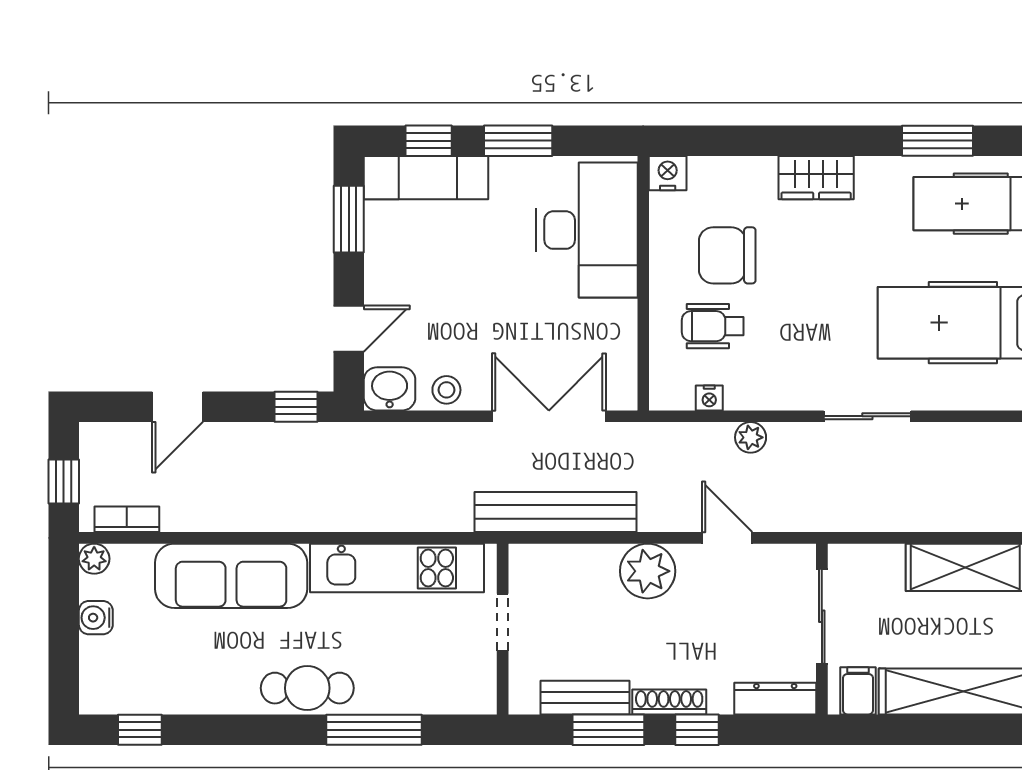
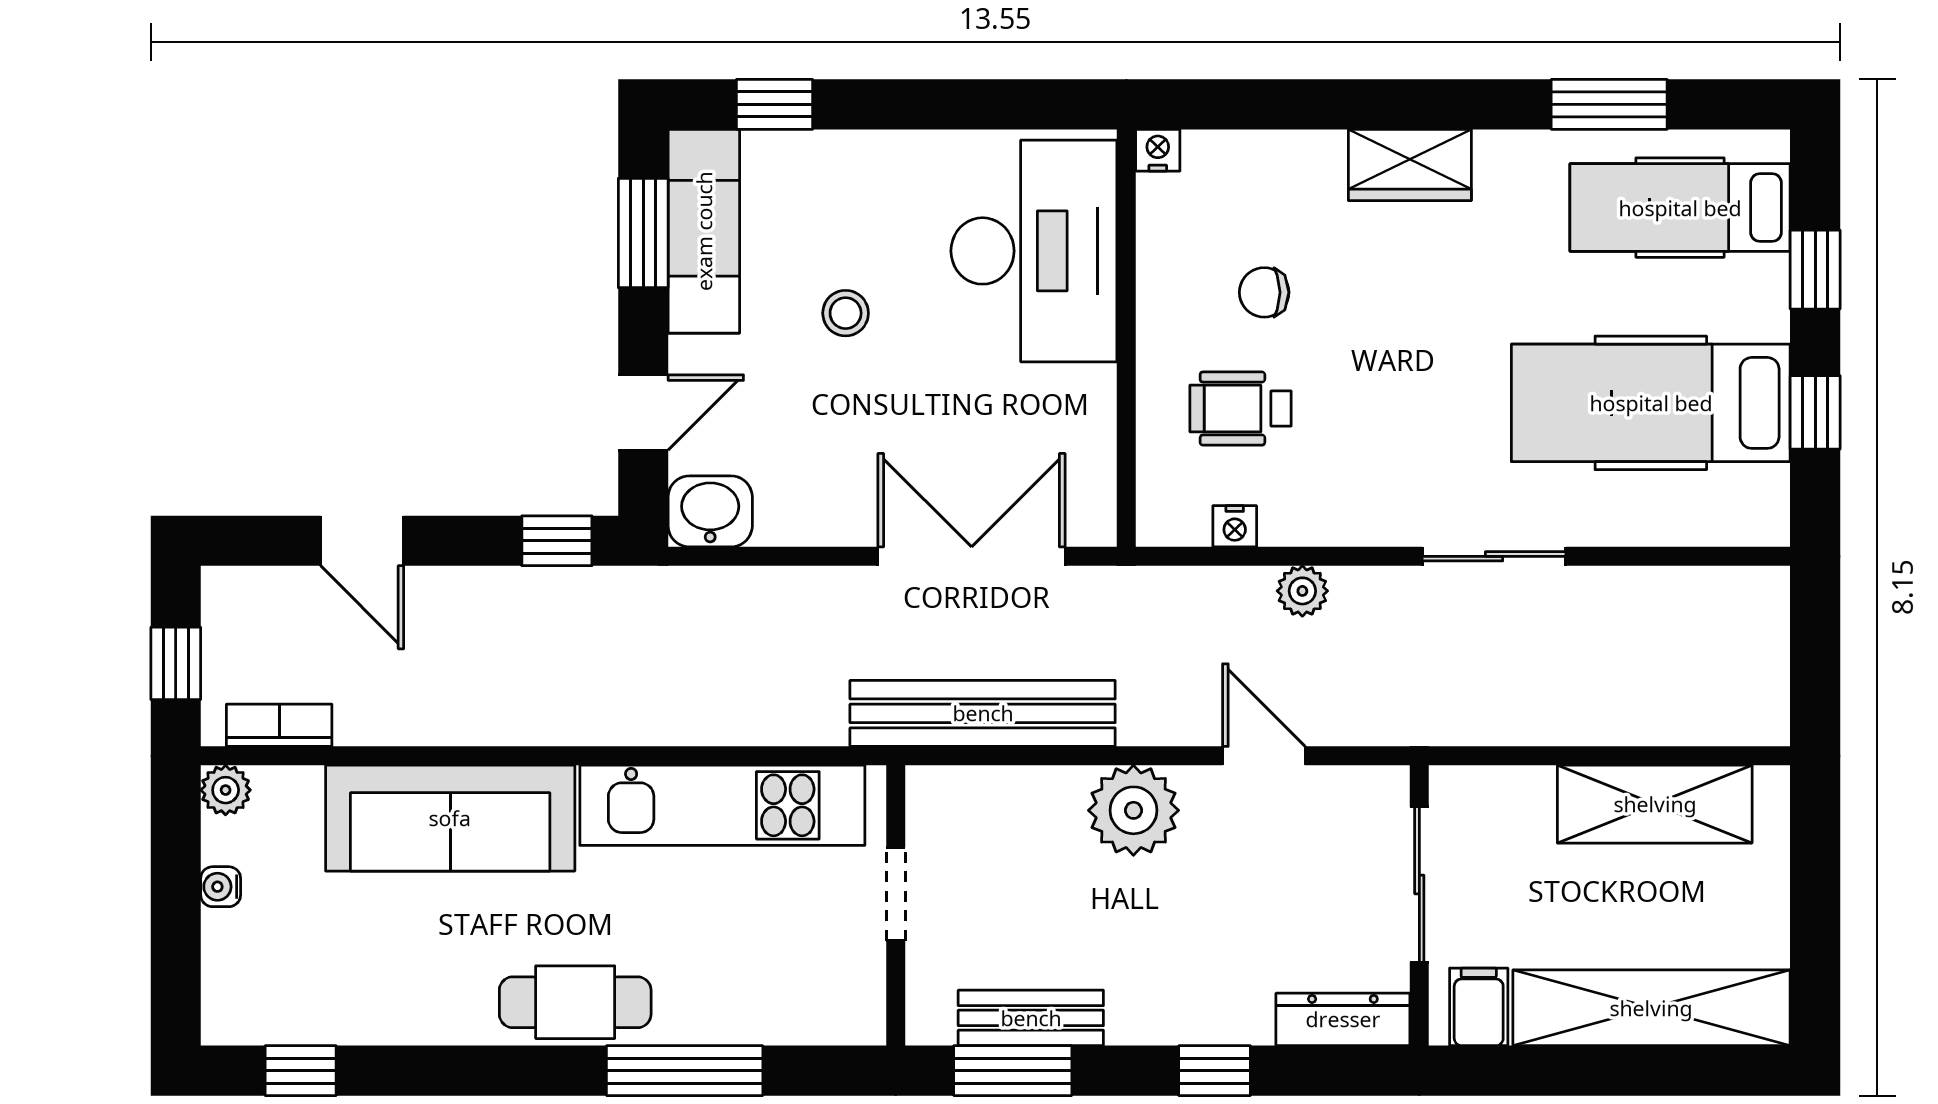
window: (518, 141) -> (921, 104), removed
nightstand: (668, 173) -> (1158, 150), width x0.72, depth x0.74
exam couch: (426, 178) -> (704, 231), moved, turned -90
chair: (727, 255) -> (1264, 292), width x0.54, depth x0.54
stool: (446, 390) -> (846, 313), moved
door: (177, 407) -> (362, 541), hinge flipped
water cooler: (96, 618) -> (221, 887), width x0.72, depth x0.72
shoe rack: (669, 702) -> (1169, 1025), removed
window: (608, 730) -> (1013, 1071), moved

